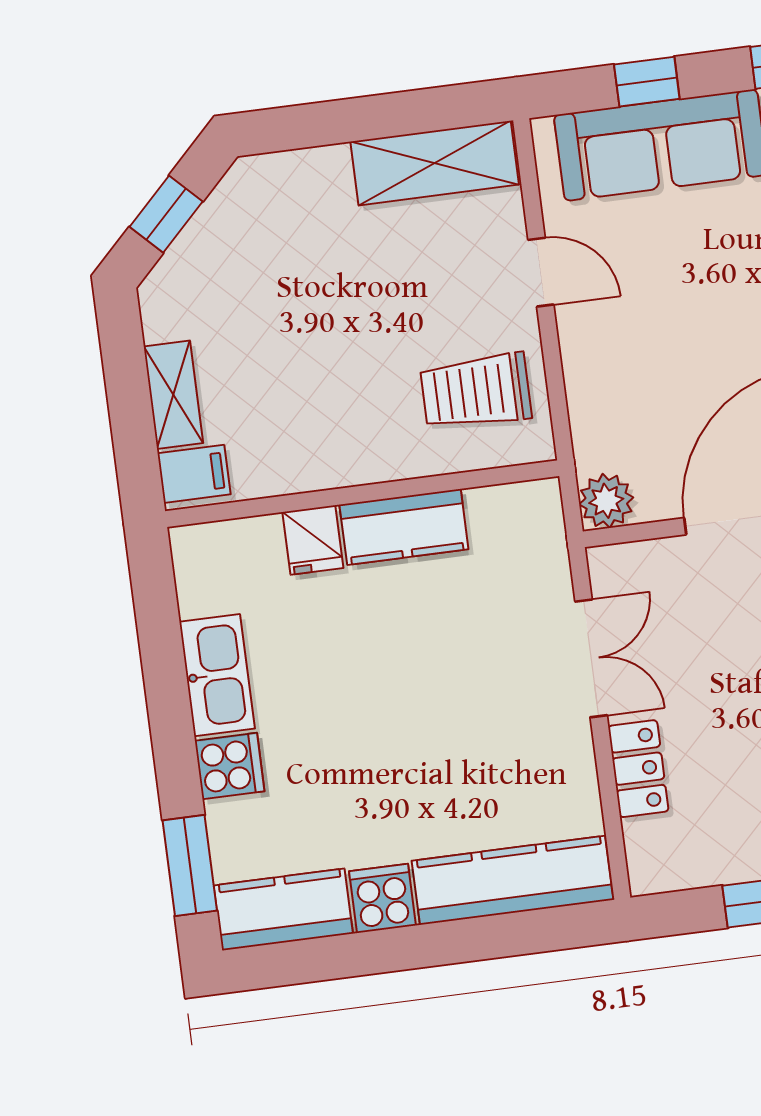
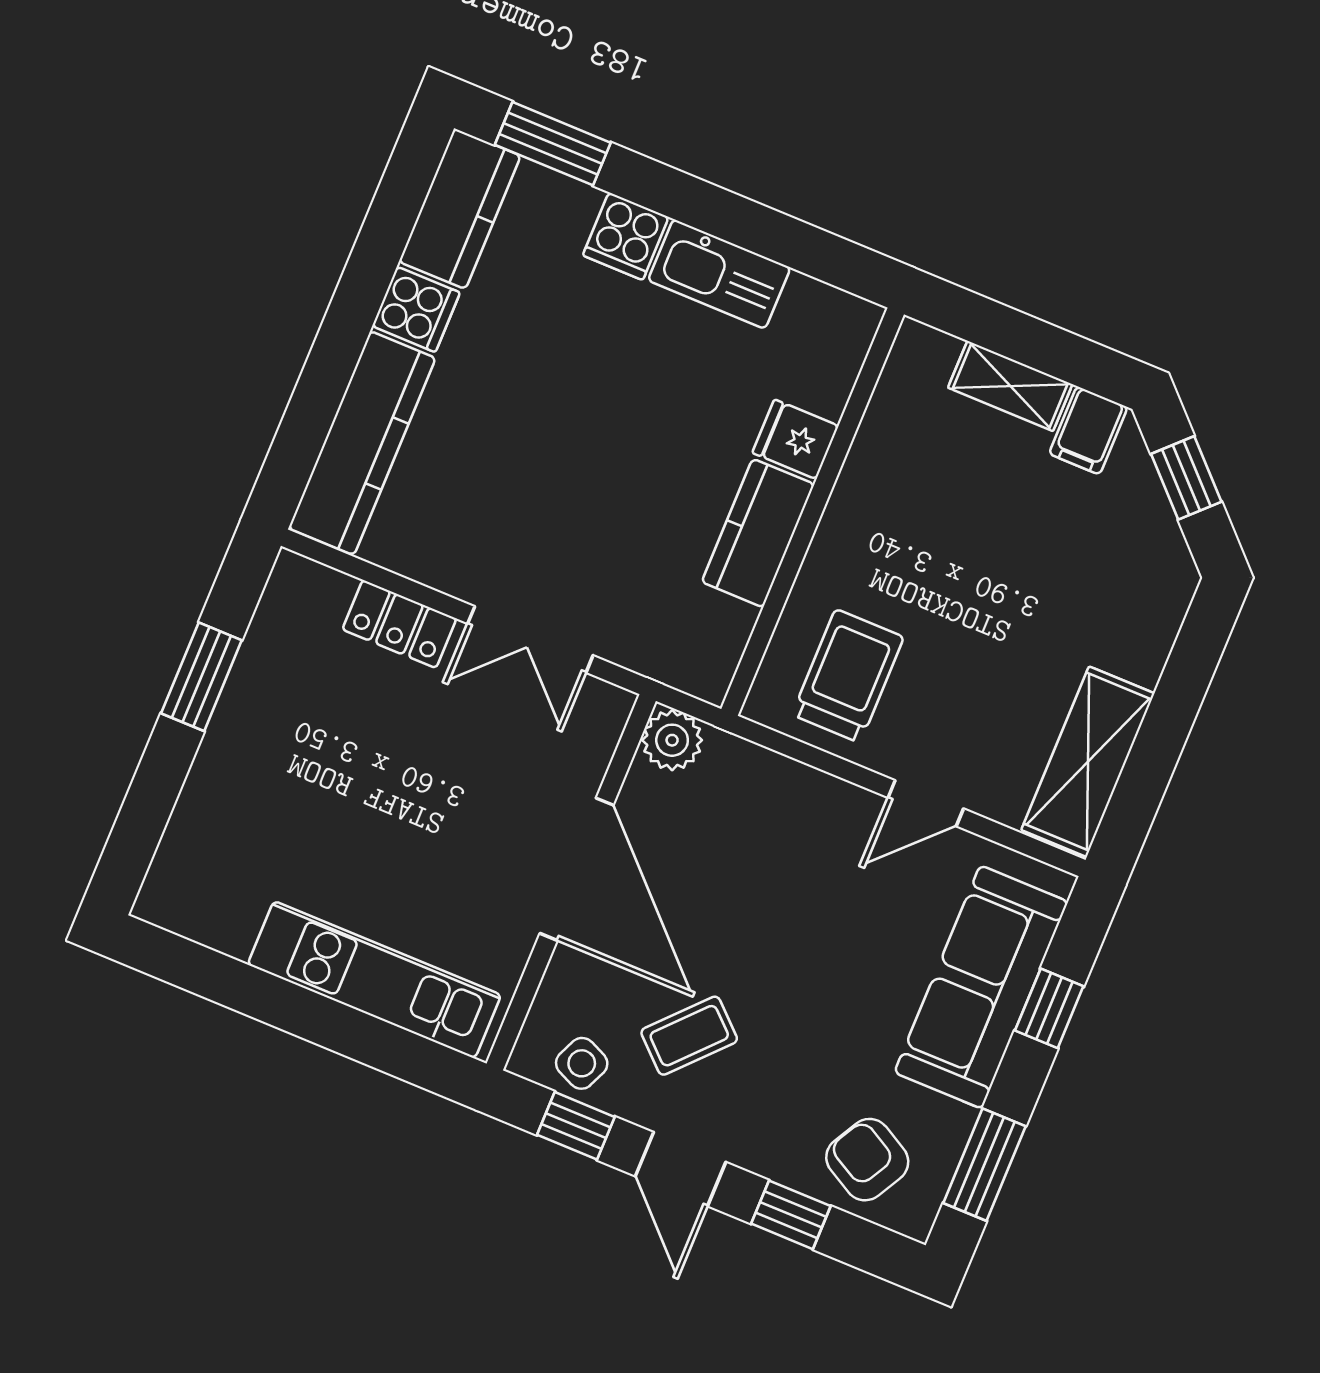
filing cabinet: (194, 474) -> (1088, 430), moved

